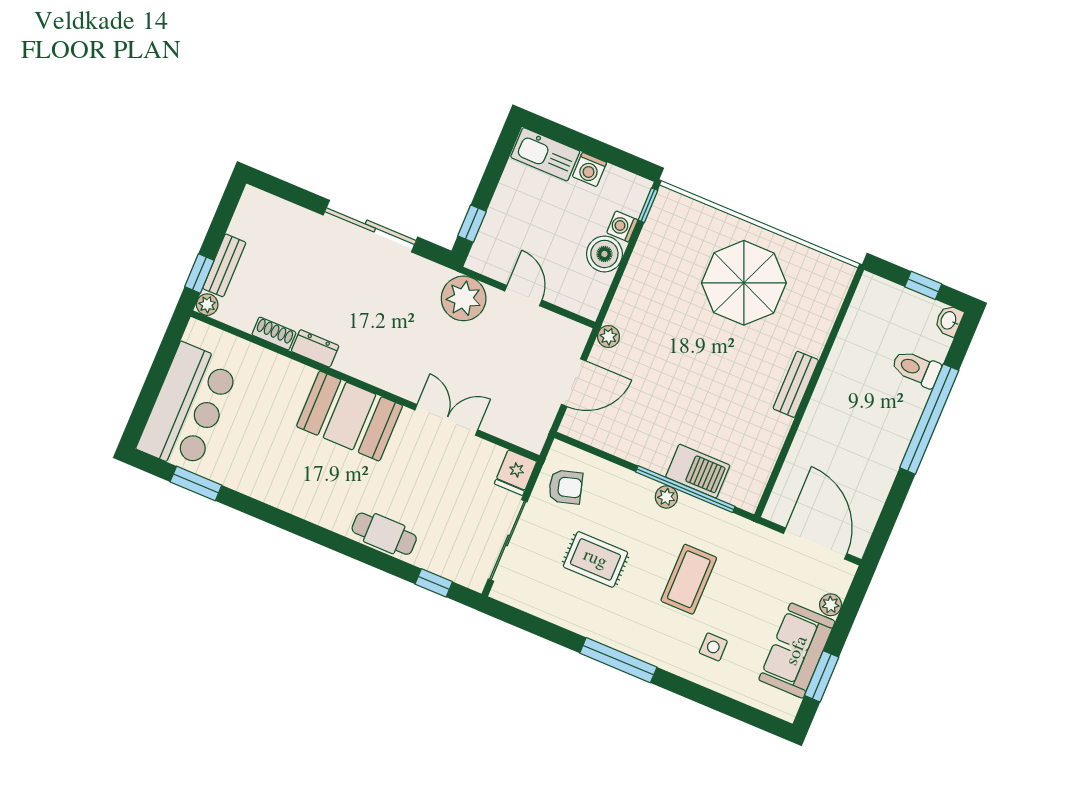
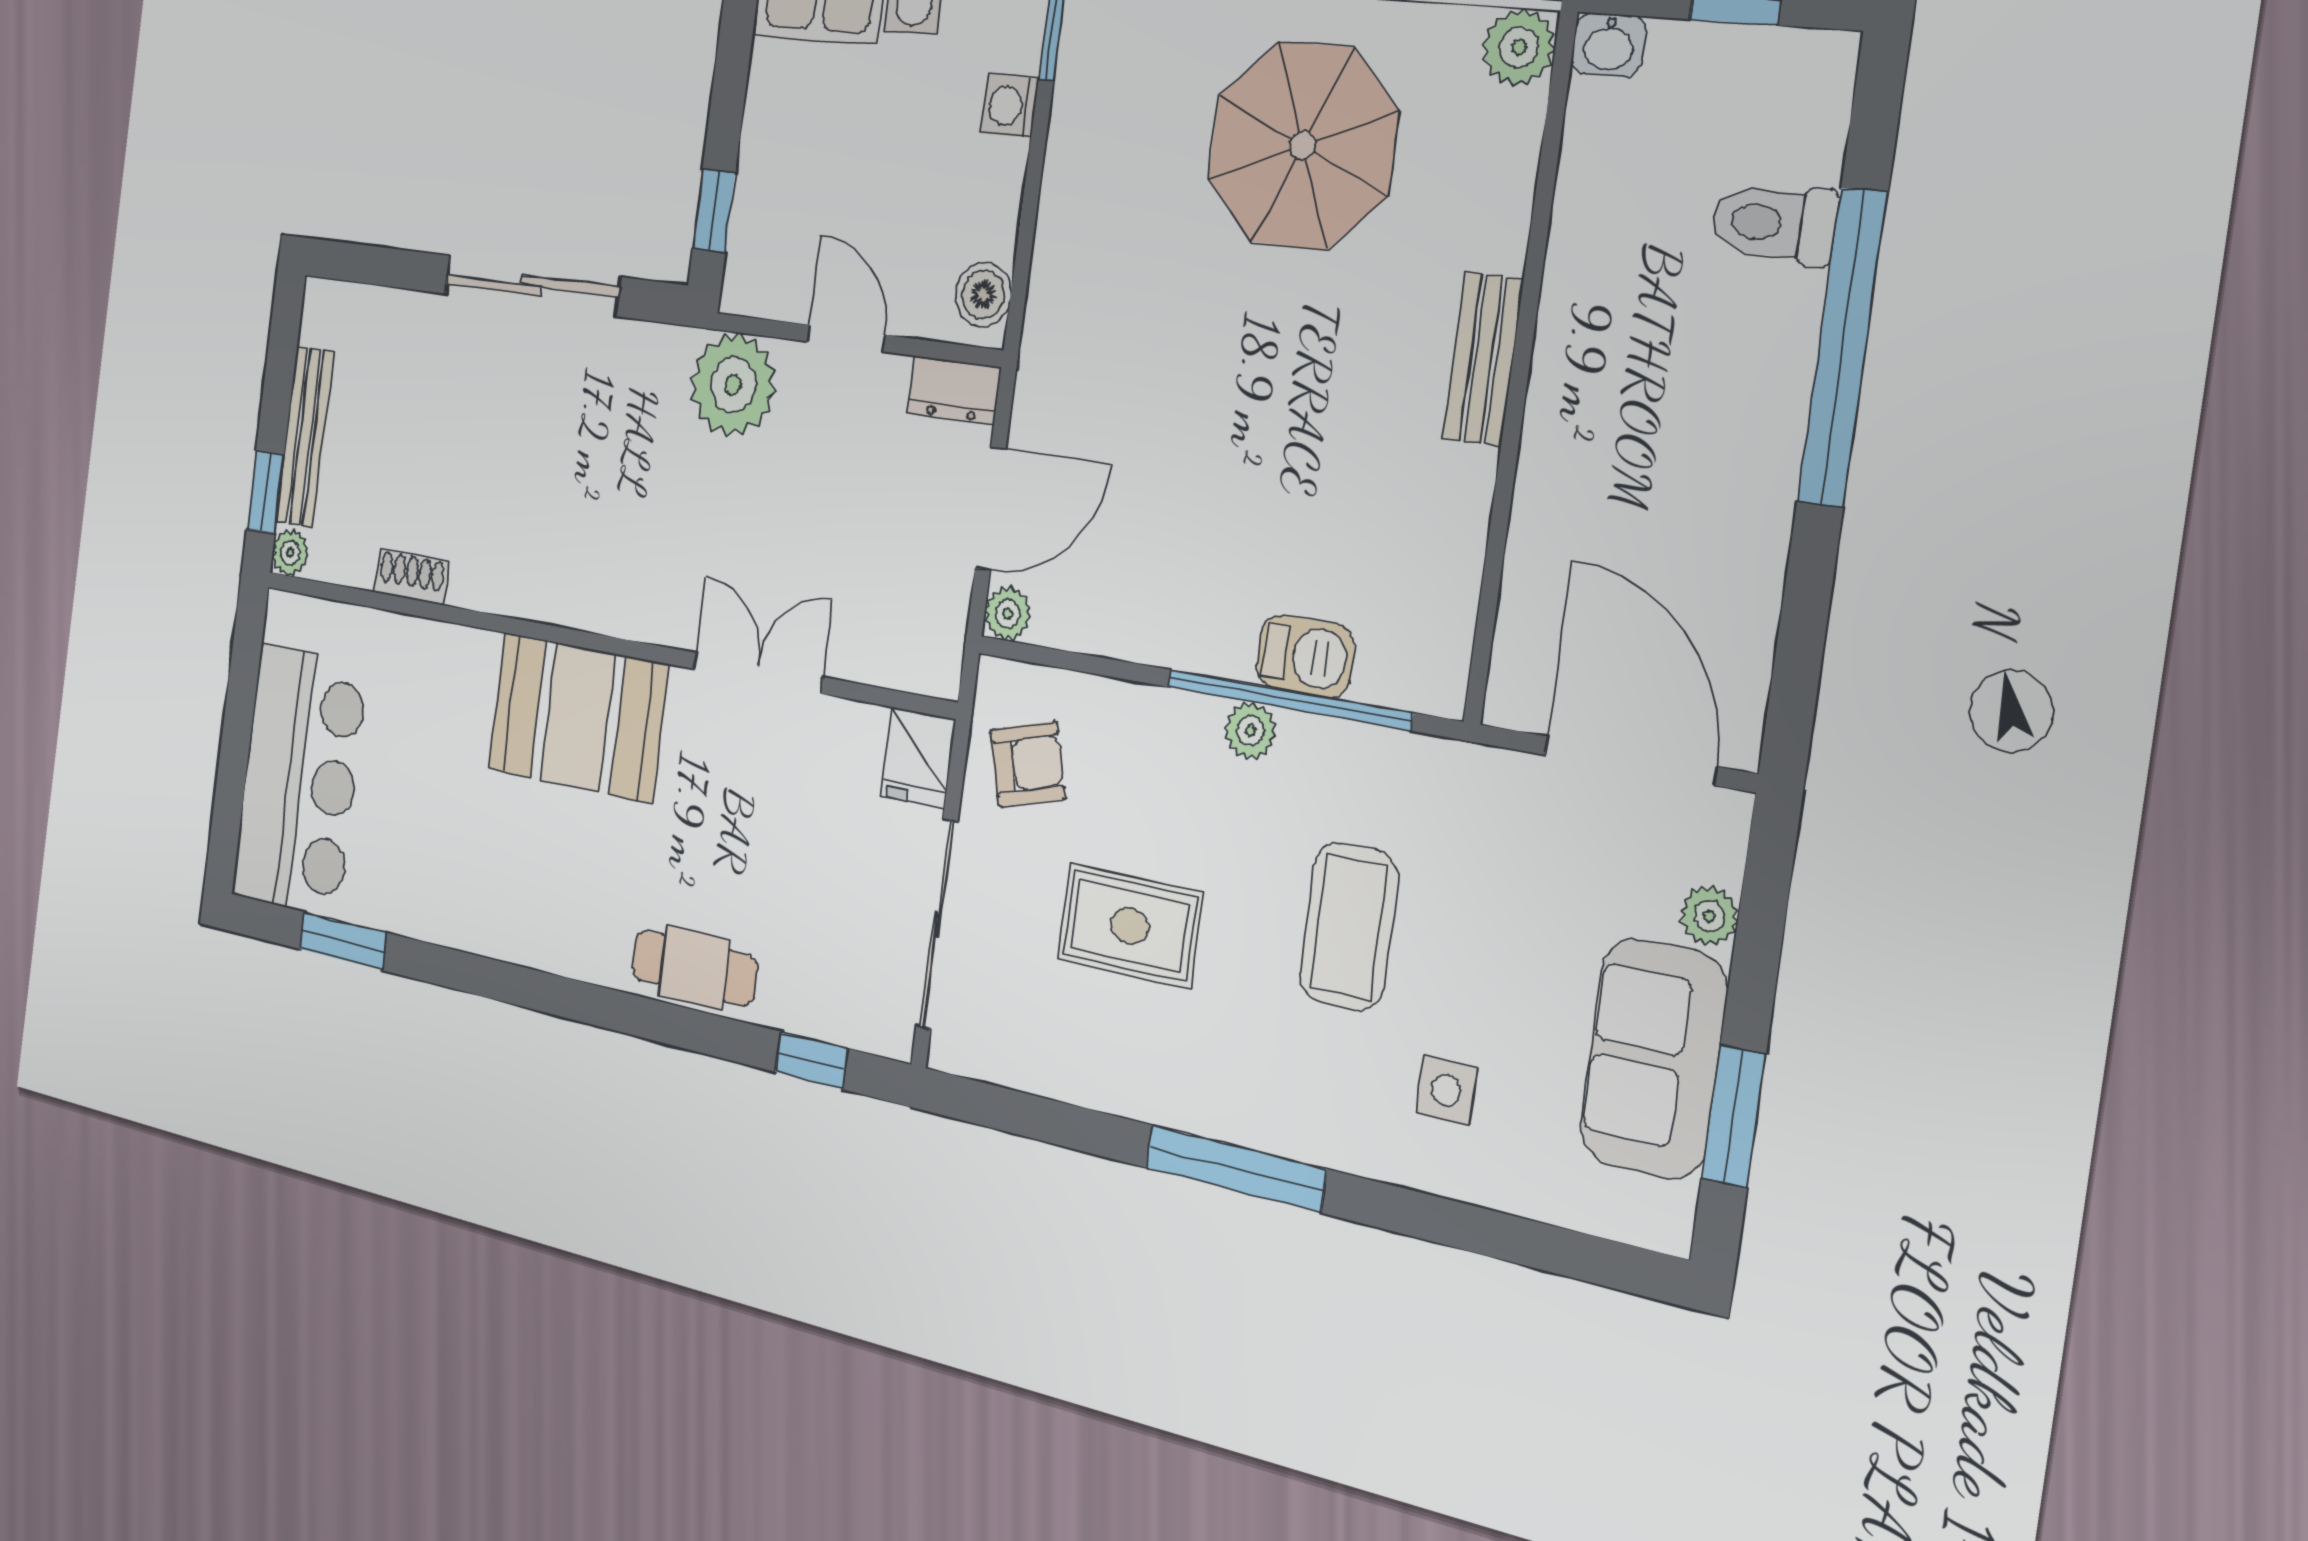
boiler: (604, 254) -> (983, 294), moved, width x0.73, depth x0.73
bench: (224, 265) -> (305, 437), width x1.36
plant: (839, 275) -> (1519, 47), added
washbasin: (949, 321) -> (1609, 45), moved, turned -90
plant: (608, 337) -> (1008, 614), moved
dresser: (315, 348) -> (954, 390), moved, turned 180
barbecue: (698, 471) -> (1305, 656), width x0.73, depth x0.79

